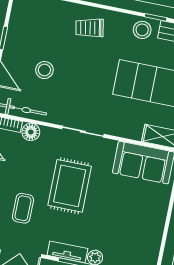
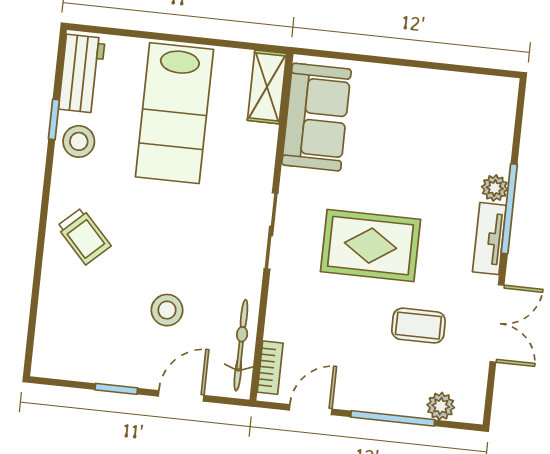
trolley: (90, 28) -> (84, 236), turned -32
floor lamp: (31, 132) -> (280, 324), removed

